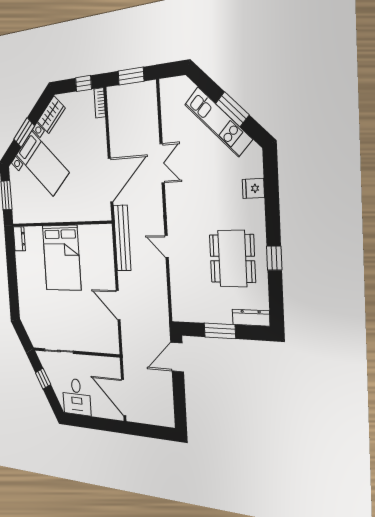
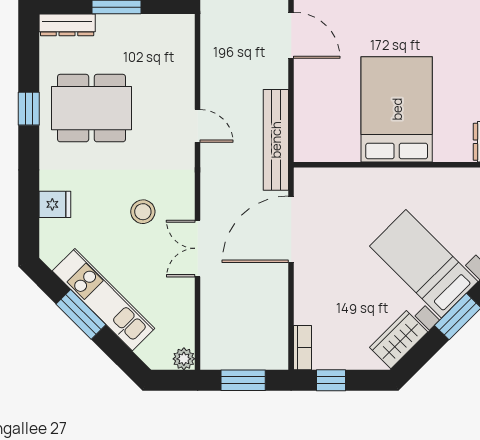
plant: (166, 86) -> (184, 359), added
stool: (196, 186) -> (143, 212), added
dining table: (232, 259) -> (91, 108), turned 90

